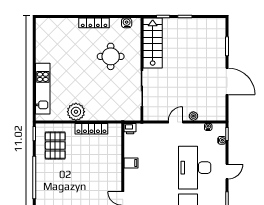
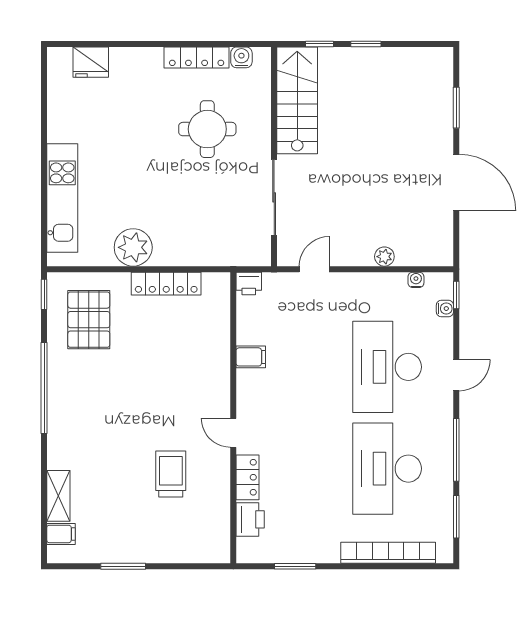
locker: (94, 23) -> (197, 57), moved
fridge: (56, 25) -> (91, 62), added
door: (176, 122) -> (314, 269), moved

